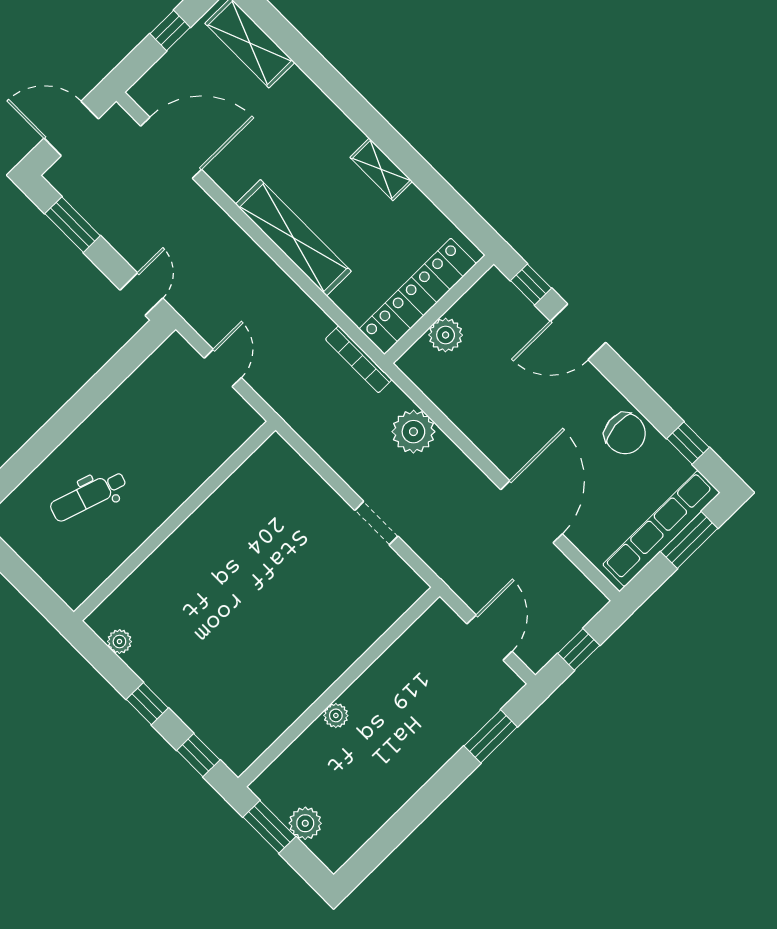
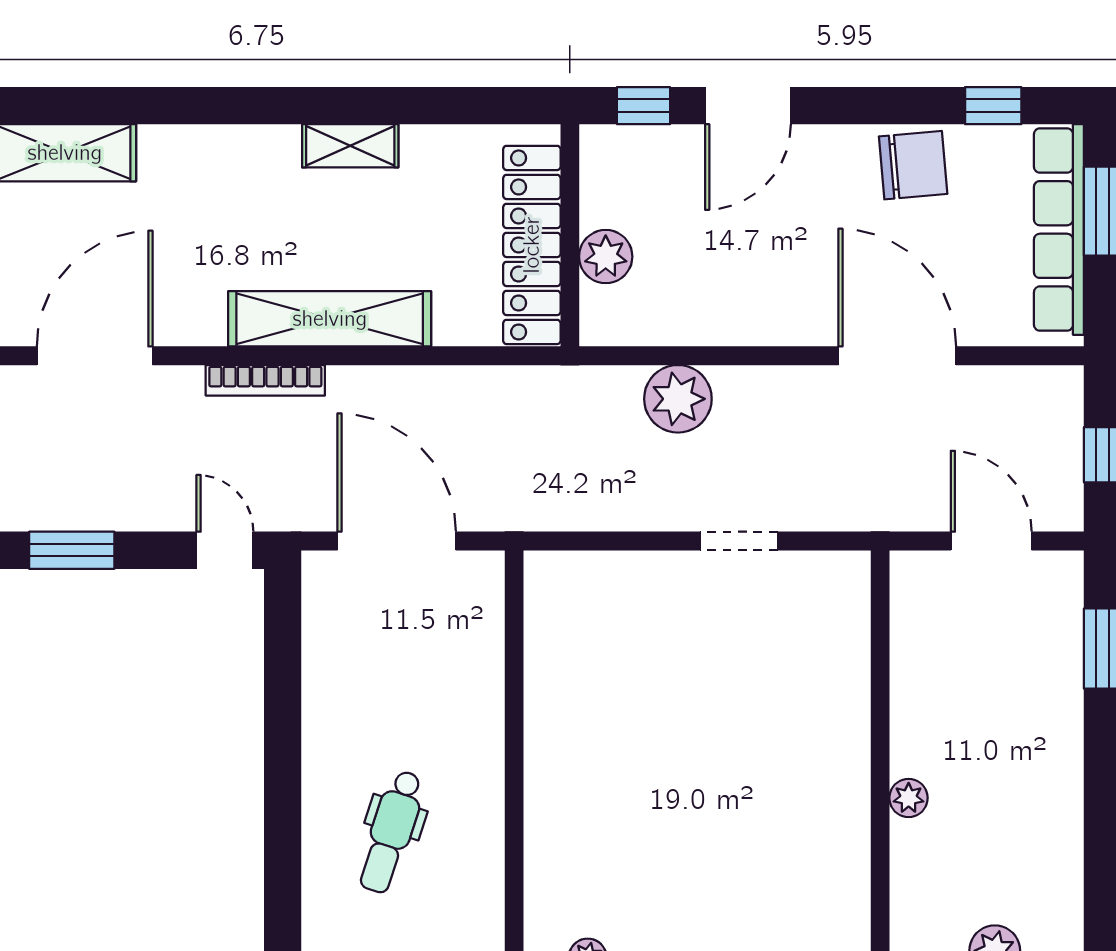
bookcase: (359, 359) -> (265, 380), moved
door: (223, 368) -> (397, 541), width x1.87

